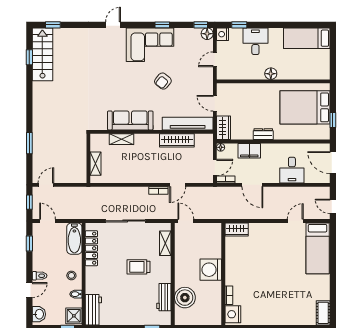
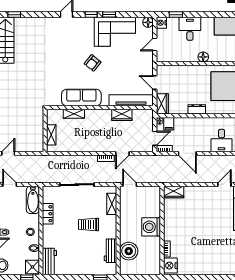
window: (201, 25) -> (91, 15), moved
corner sofa: (150, 45) -> (115, 32), moved
armchair: (163, 81) -> (93, 63), moved
wardrobe: (177, 140) -> (122, 115), width x0.67
filing cabinet: (249, 151) -> (169, 124), moved, width x0.50
locker: (91, 248) -> (48, 214), width x0.66

